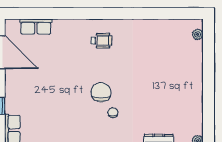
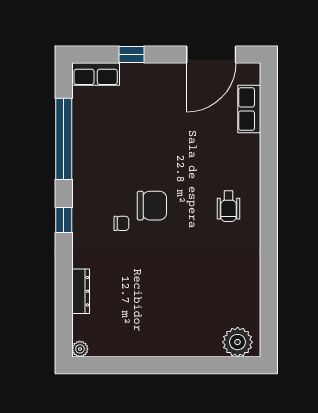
plant: (198, 34) -> (238, 342), width x1.87, depth x1.87

